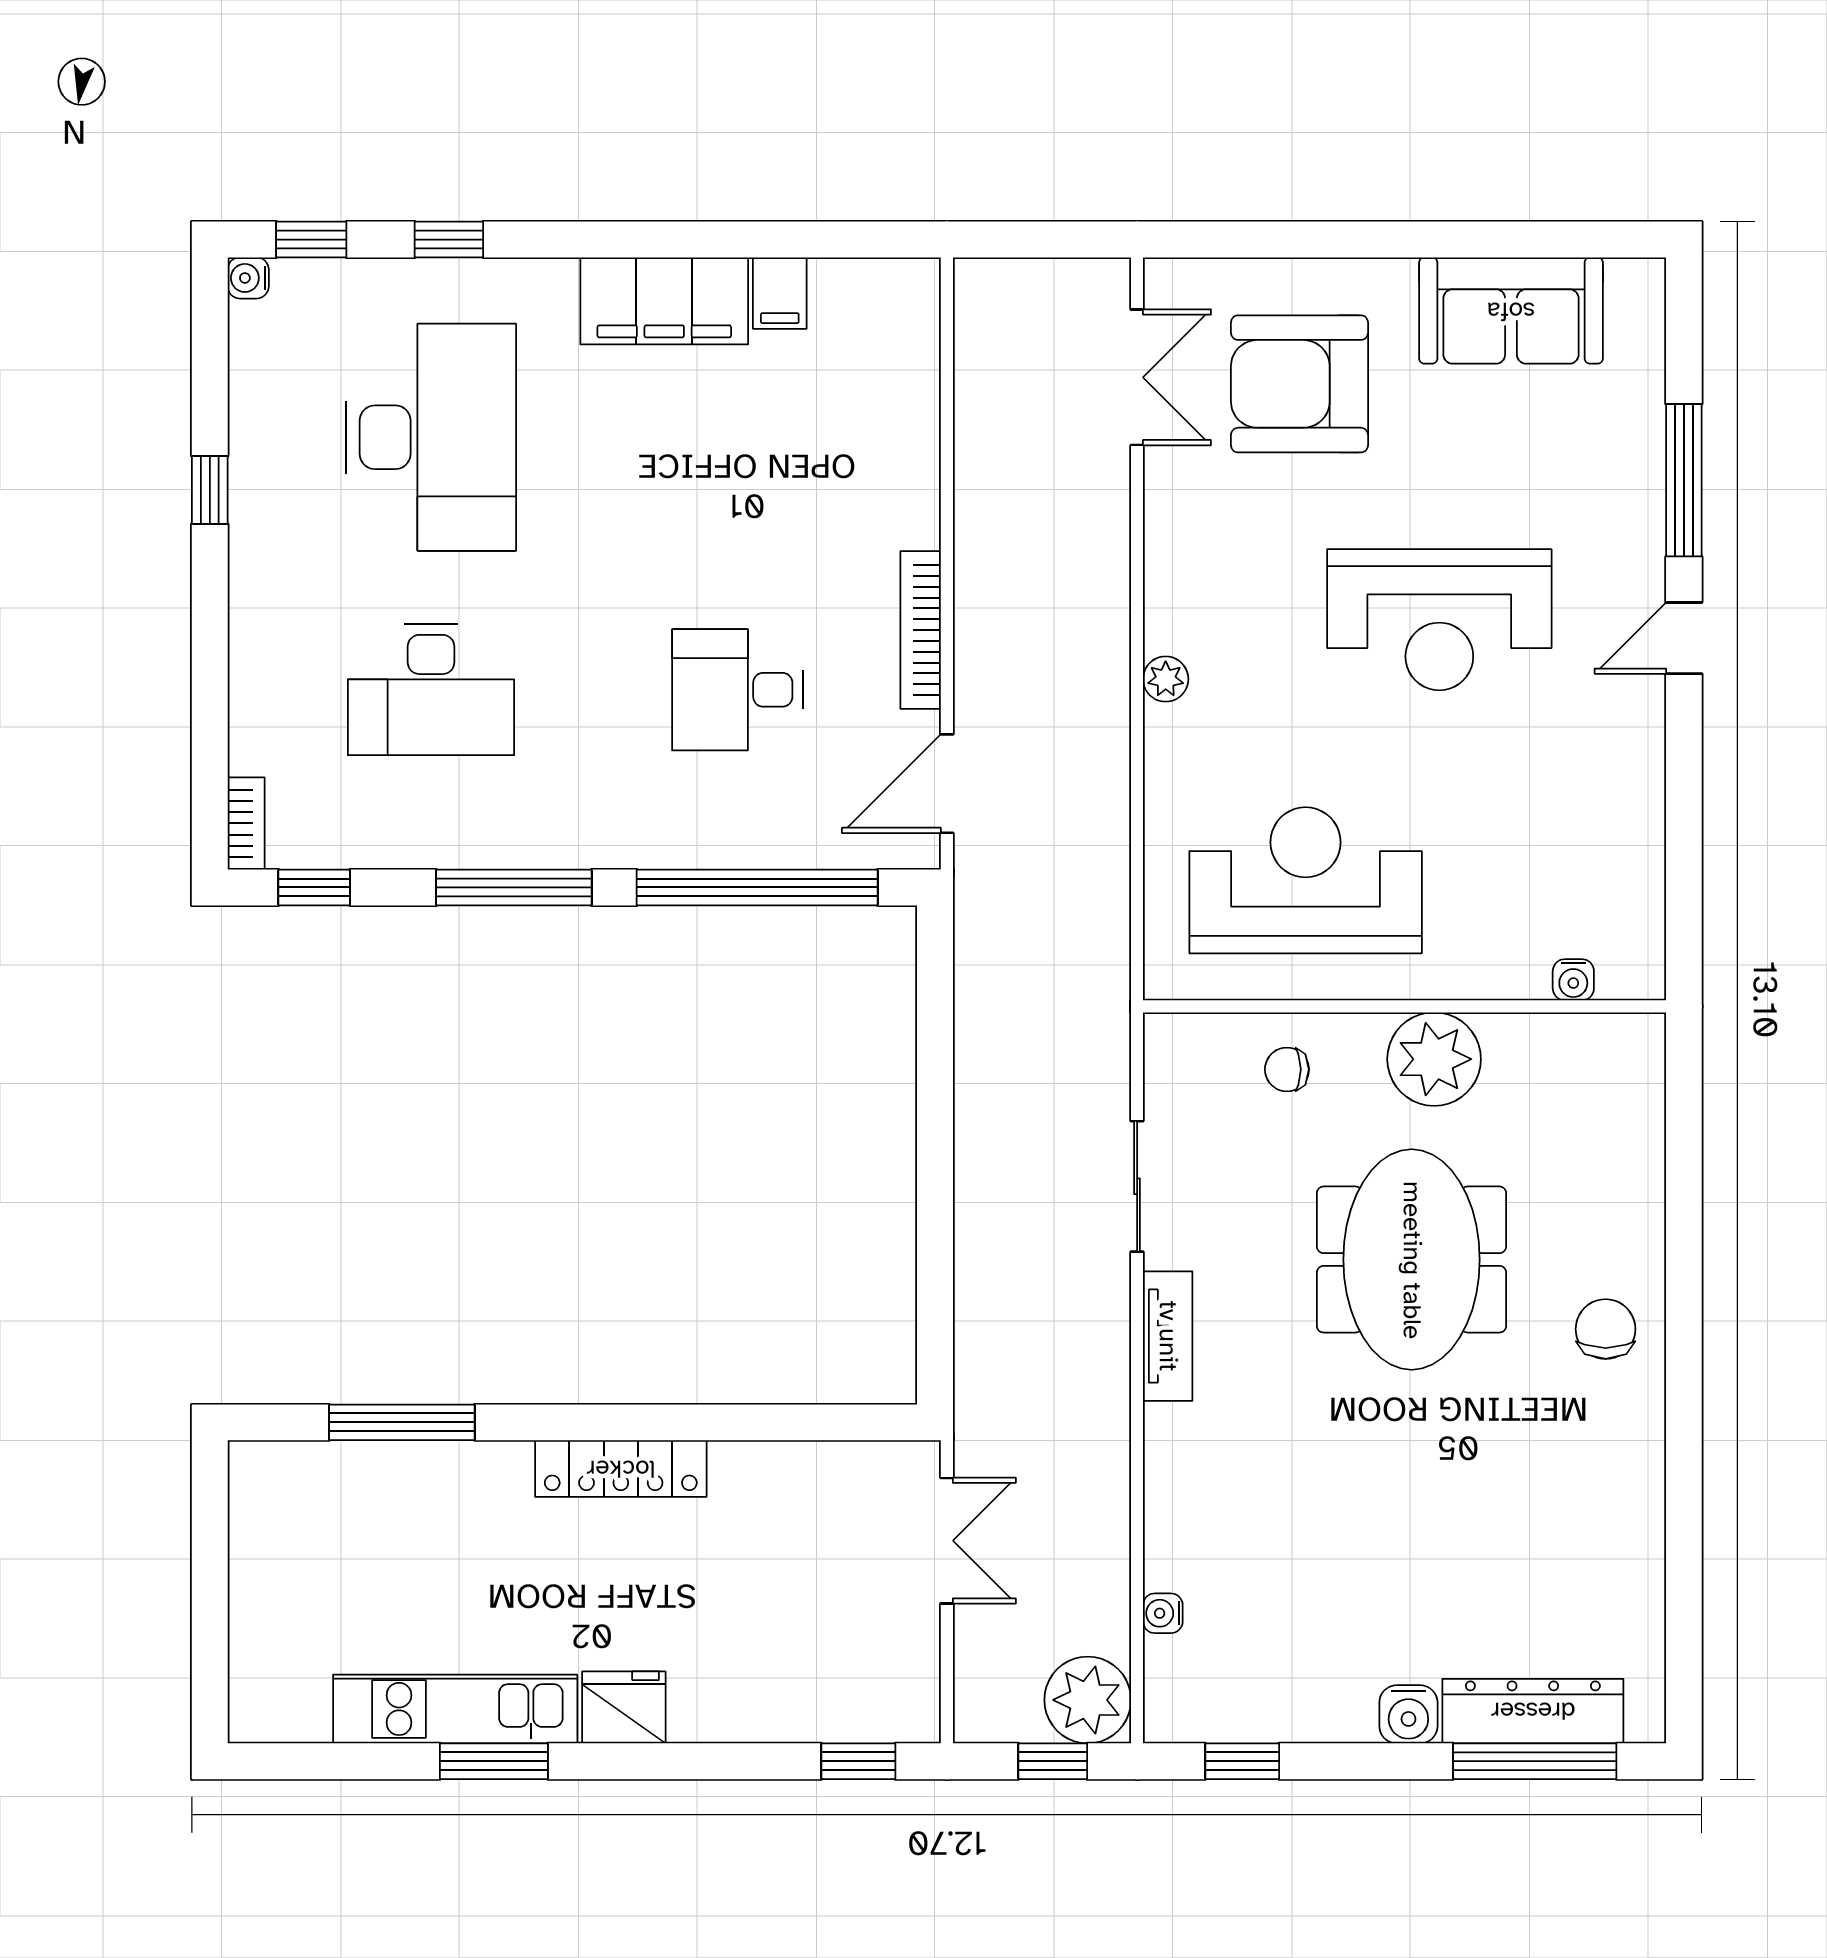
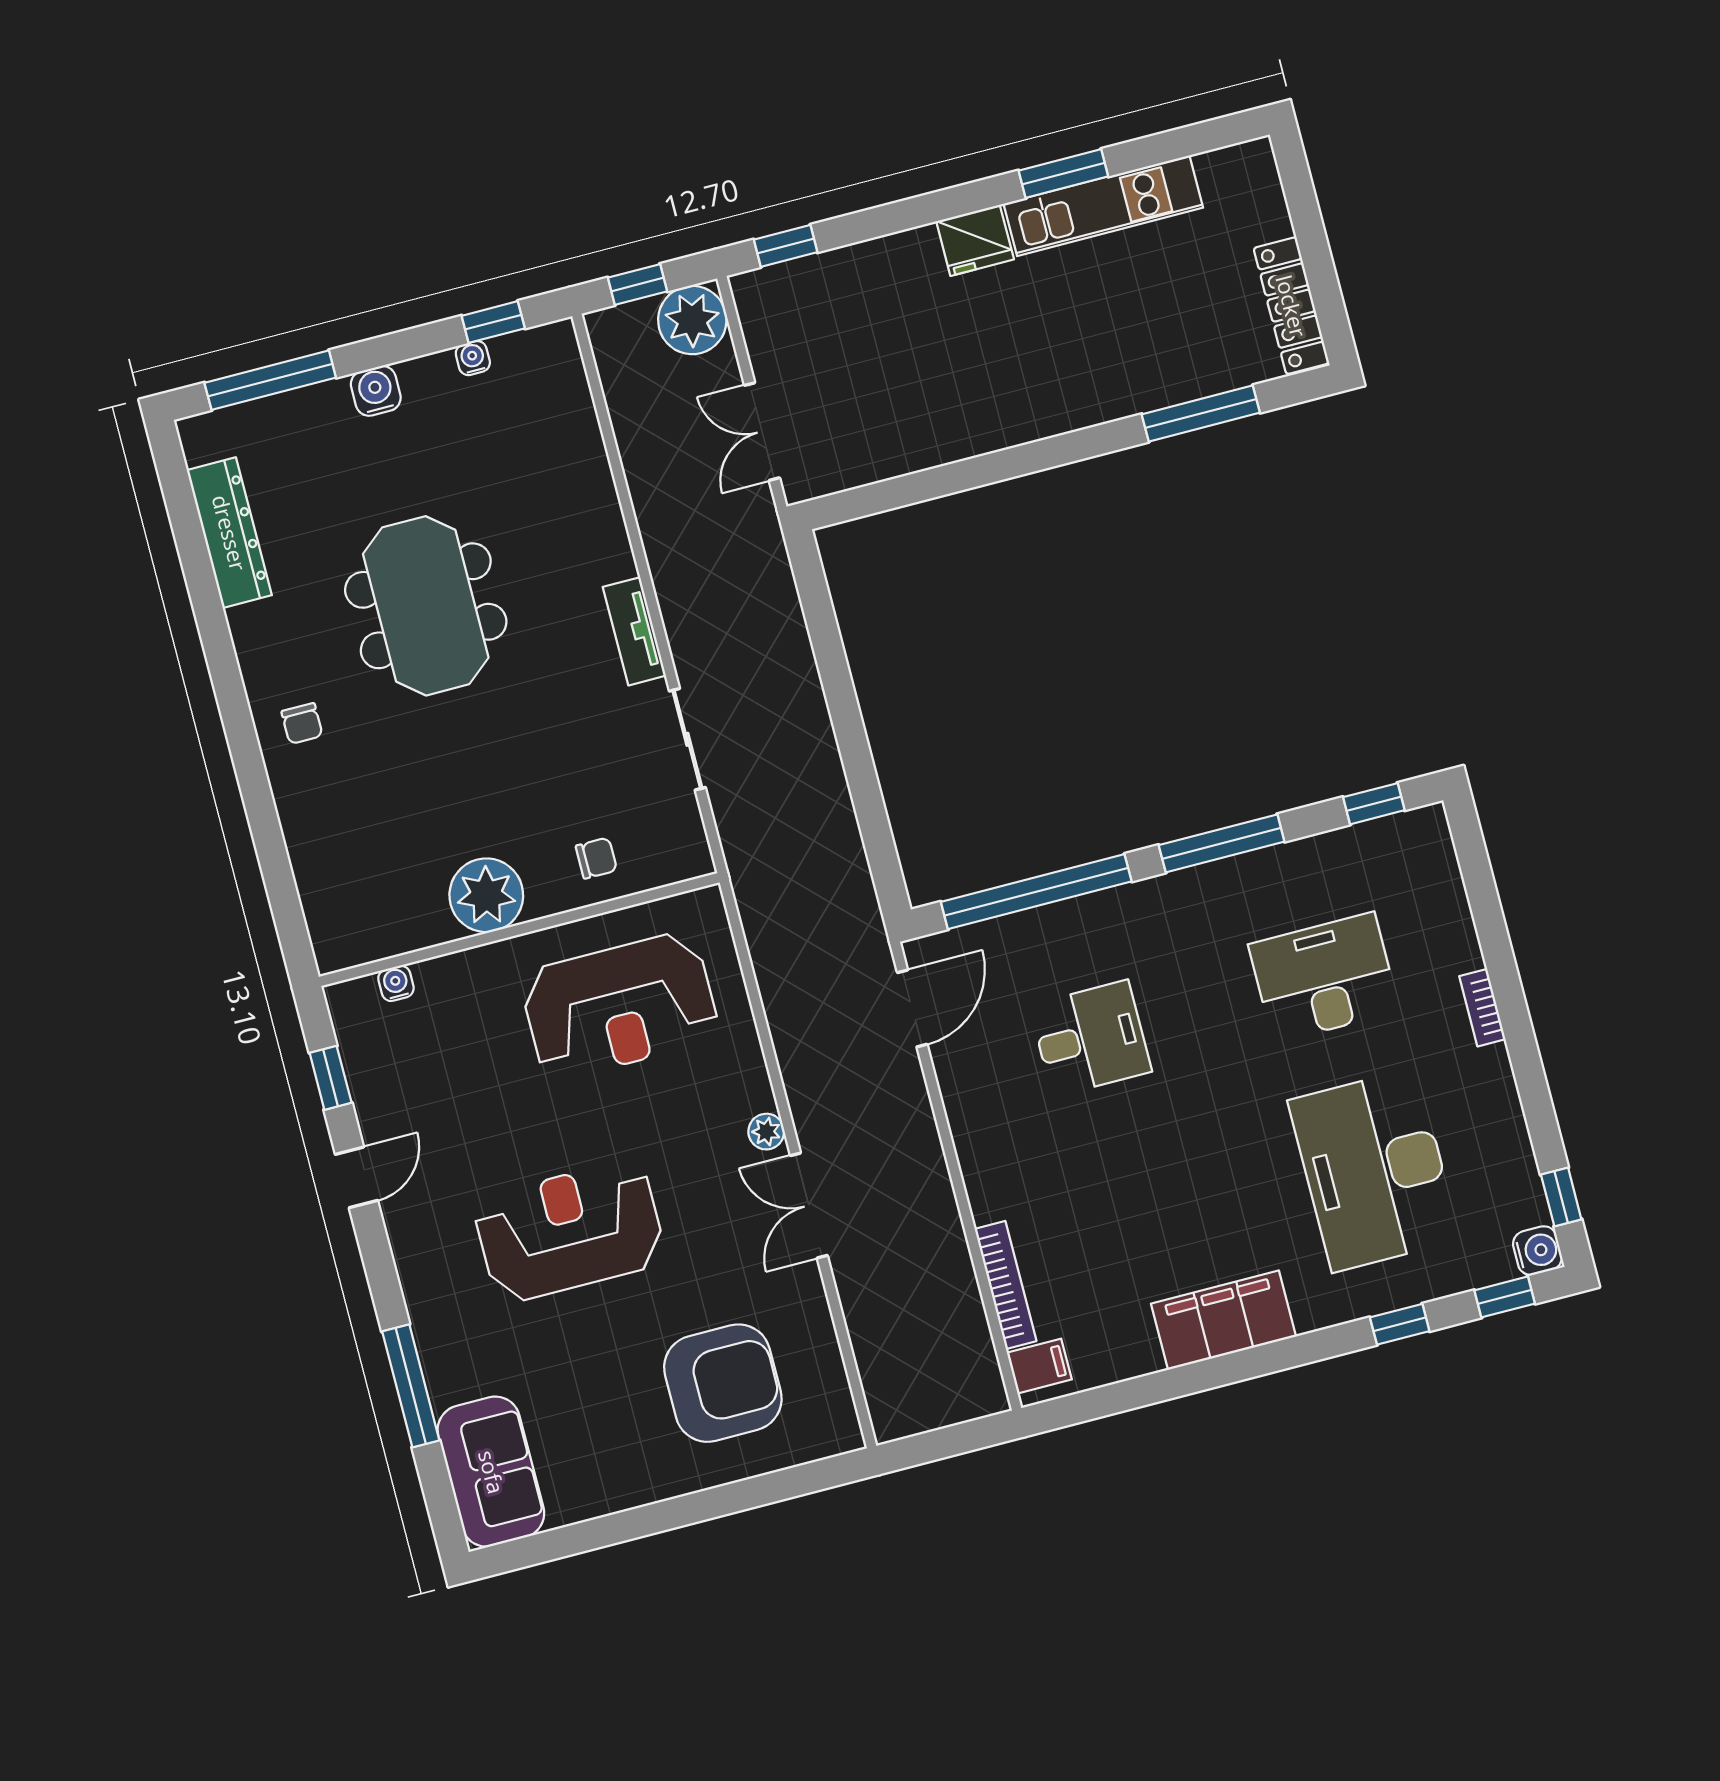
water cooler: (248, 278) -> (1537, 1251), width x1.38, depth x1.38
filing cabinet: (780, 293) -> (1039, 1366), moved, turned 90
sofa: (1511, 311) -> (491, 1472), moved, turned 90
double door: (1137, 377) -> (809, 1205), moved
window: (210, 490) -> (1561, 1197), moved
bookcase: (921, 630) -> (1006, 1285), moved
door: (1684, 638) -> (356, 1177), moved
bookcase: (246, 823) -> (1482, 1008), moved
window: (1684, 885) -> (331, 1078), added
meeting table: (1412, 1260) -> (426, 606), moved
chair: (1606, 1329) -> (302, 724), width x0.73, depth x0.73
locker: (621, 1469) -> (1291, 306), moved, turned -90
water cooler: (1163, 1613) -> (473, 358), moved, turned -90
plant: (1088, 1700) -> (692, 320), moved
dresser: (1533, 1711) -> (229, 533), moved, turned -90

